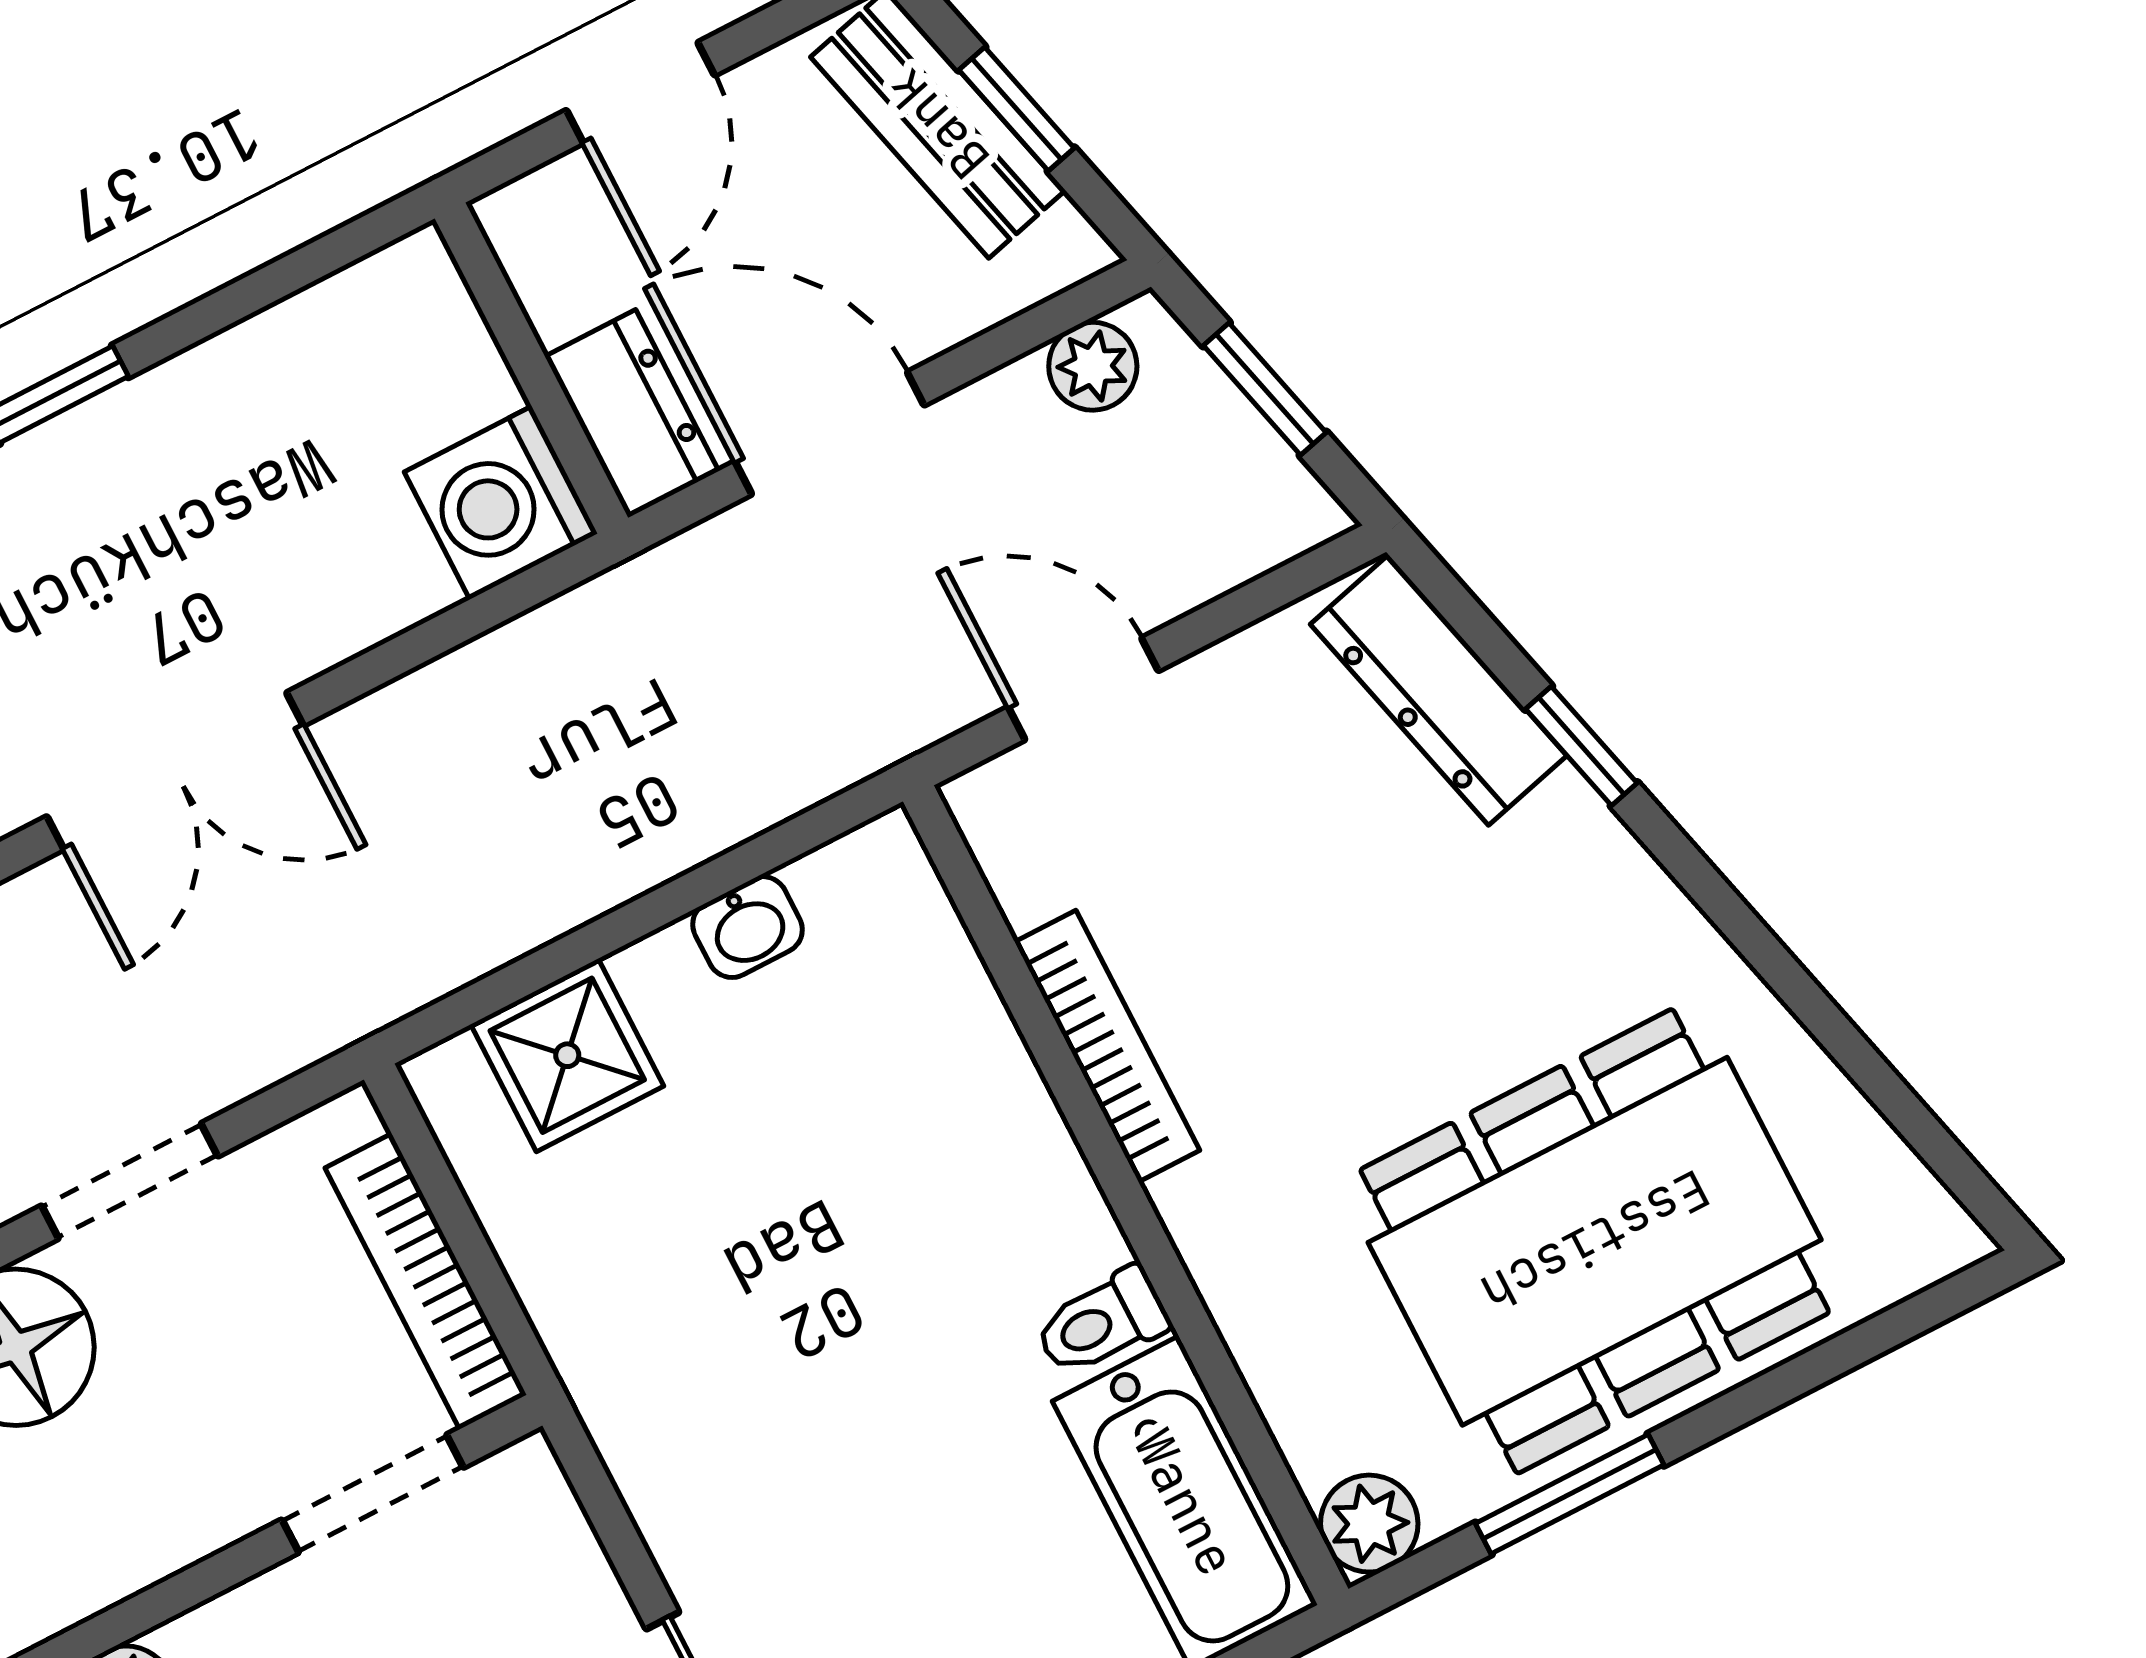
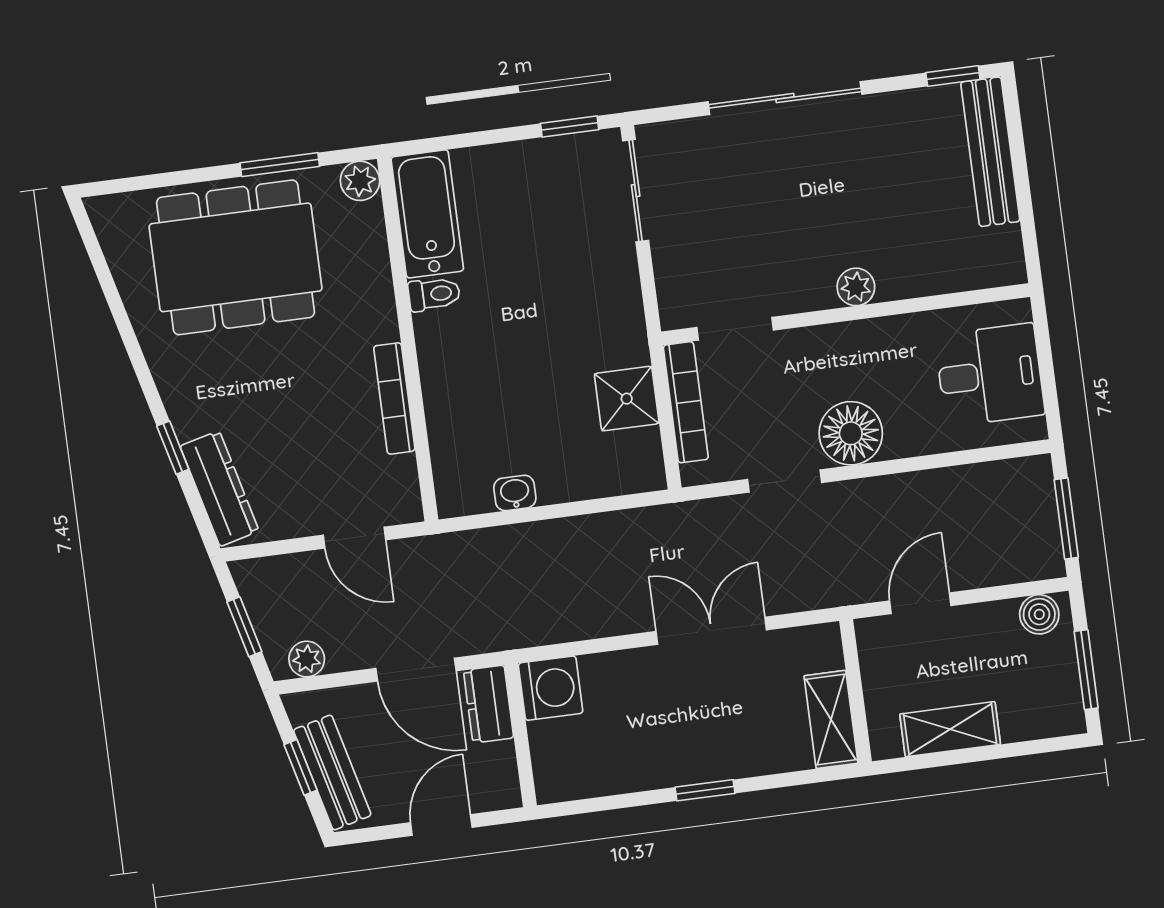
shower: (567, 1055) -> (627, 399), moved

